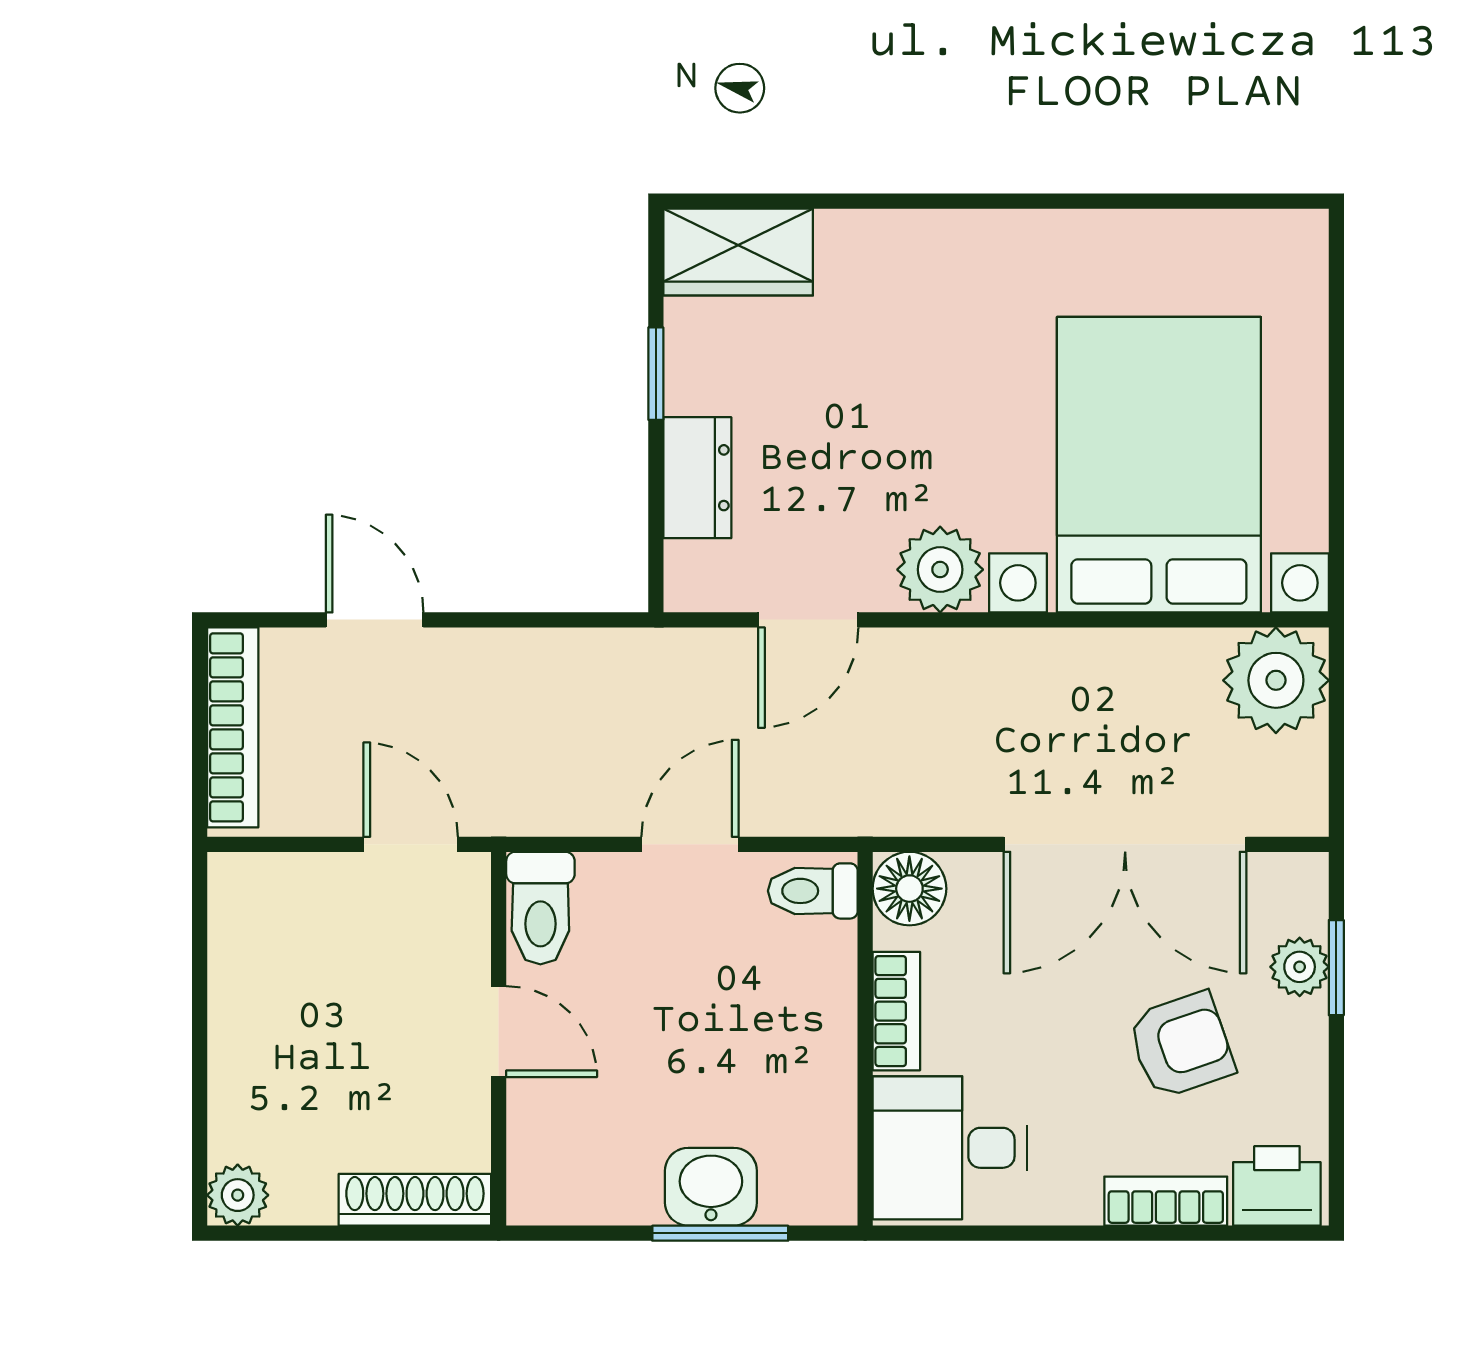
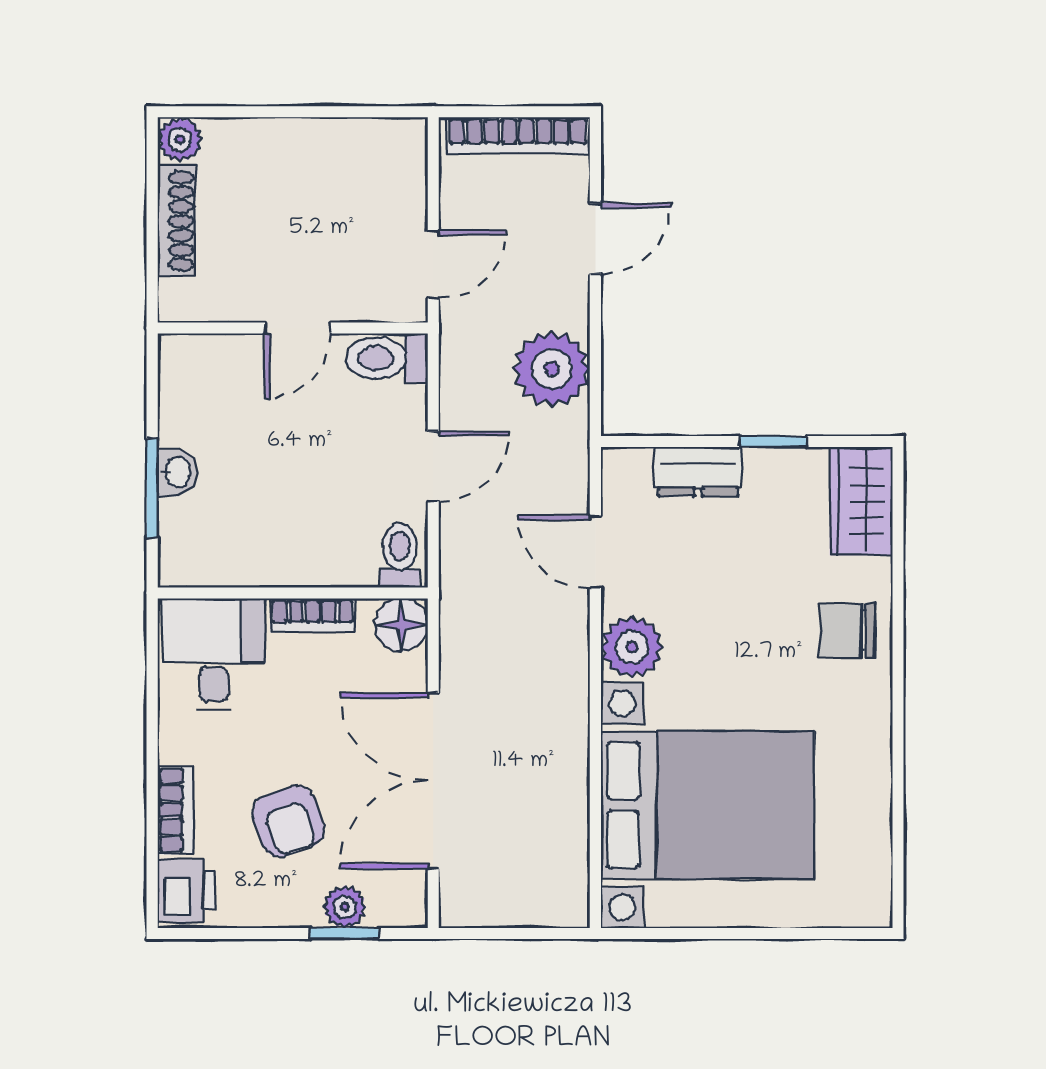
chair: (917, 272) -> (847, 630), added
plant: (1276, 680) -> (552, 369), moved
door: (690, 844) -> (433, 466), hinge flipped
washbasin: (711, 1187) -> (177, 472), width x0.72, depth x0.69
shoe rack: (415, 1200) -> (176, 221), moved

